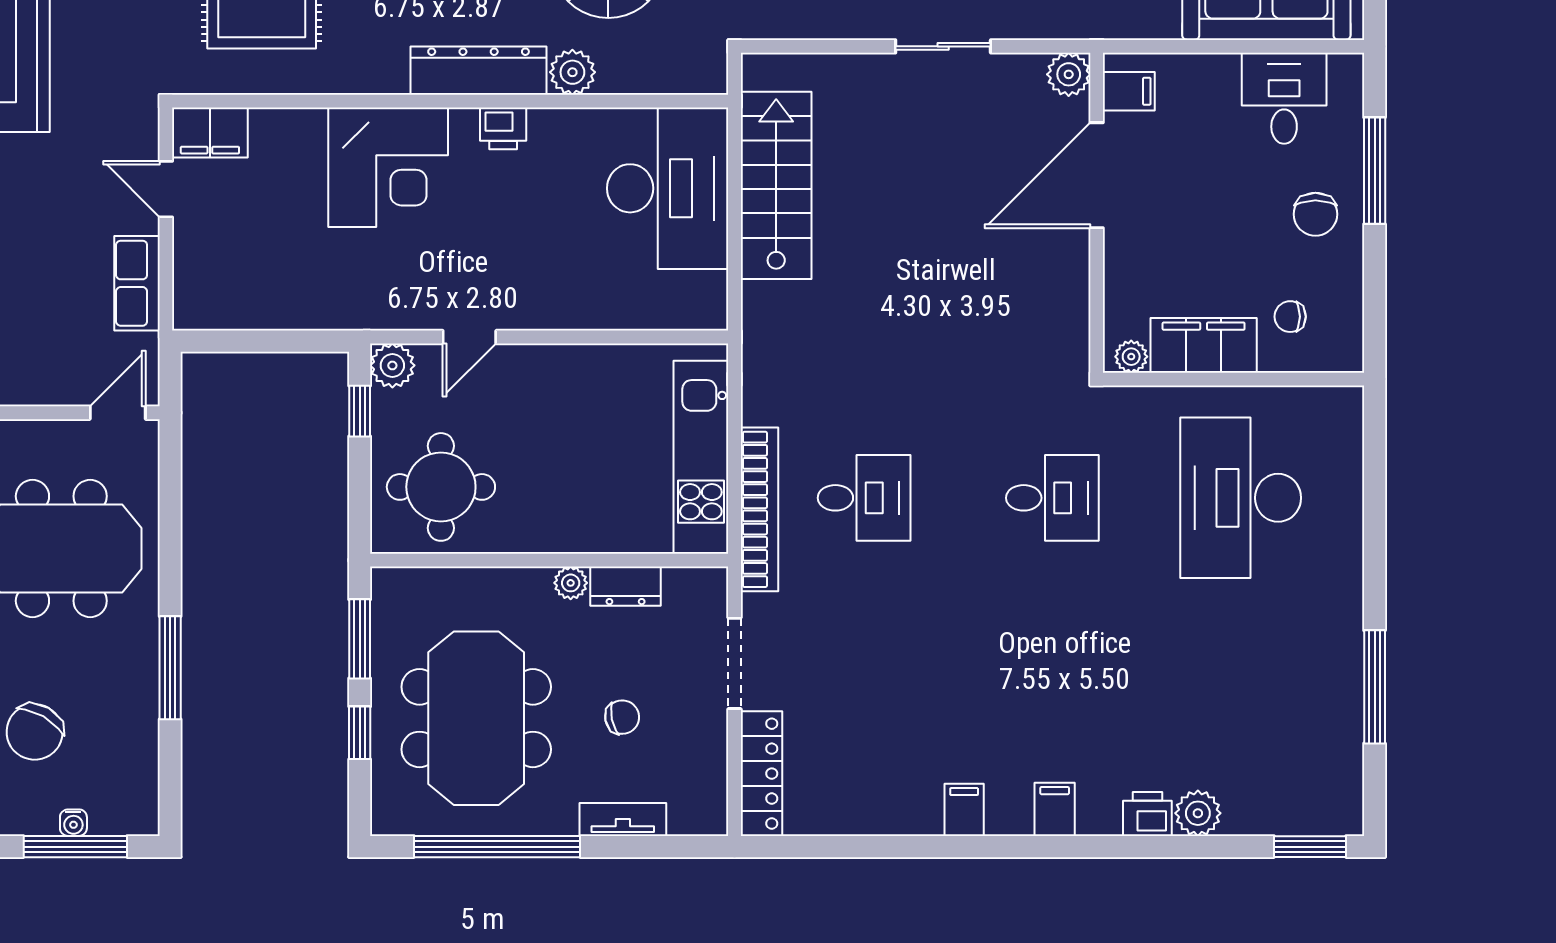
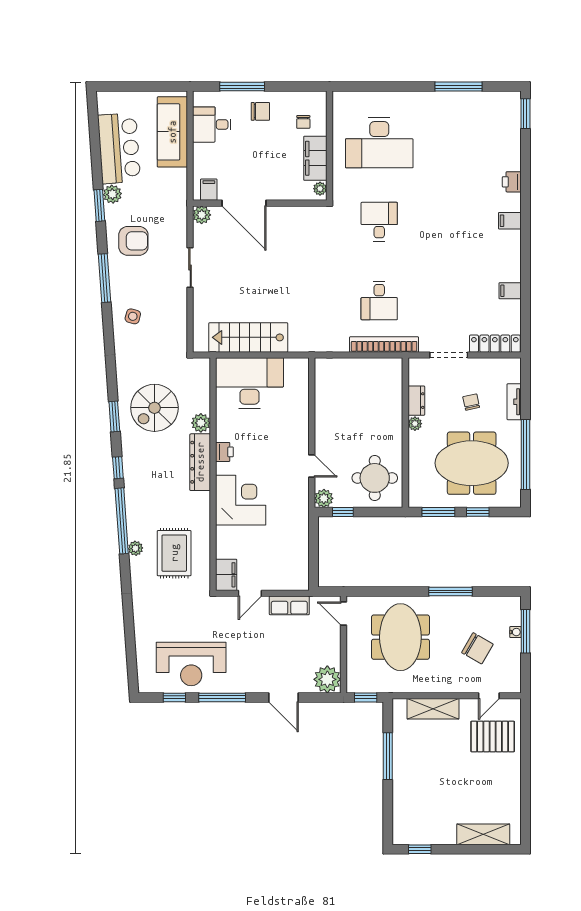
kitchen unit: (701, 457) -> (362, 369), removed
desk: (864, 498) -> (379, 301), turned 180
filing cabinet: (964, 810) -> (510, 291), moved
plant: (1198, 813) -> (511, 161), removed

